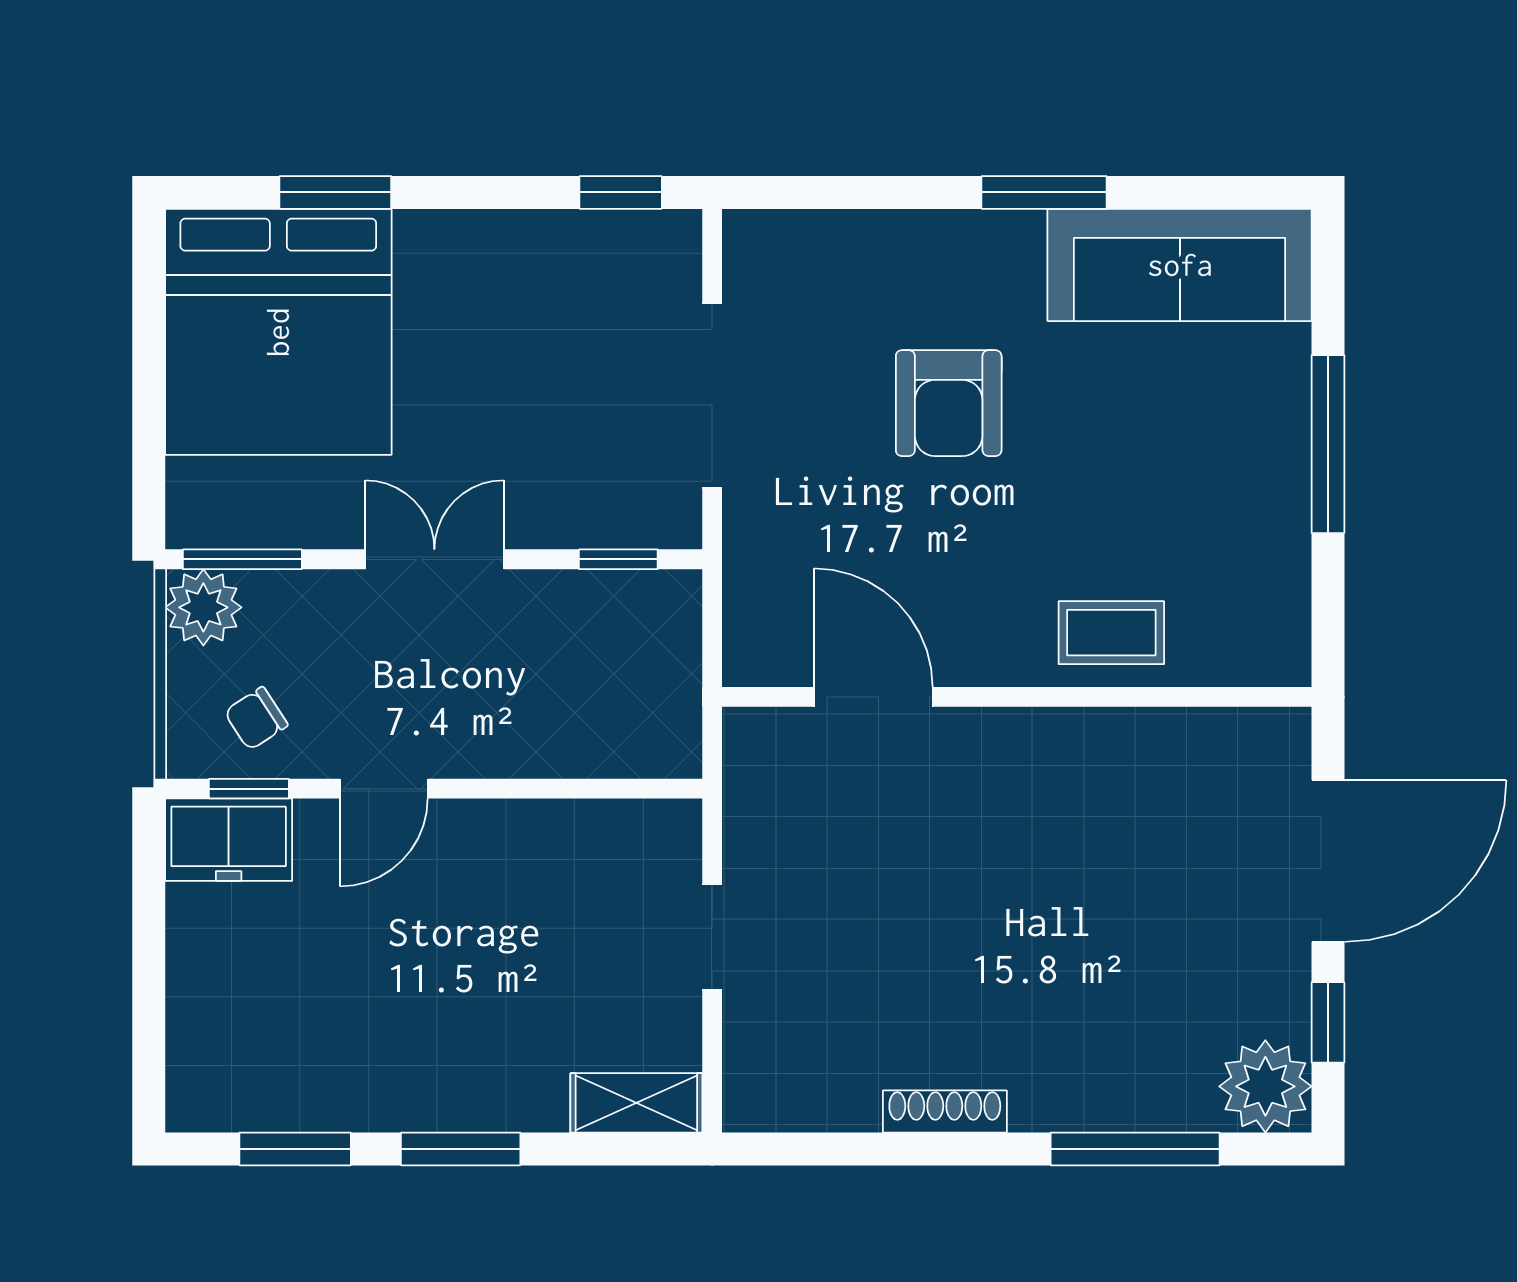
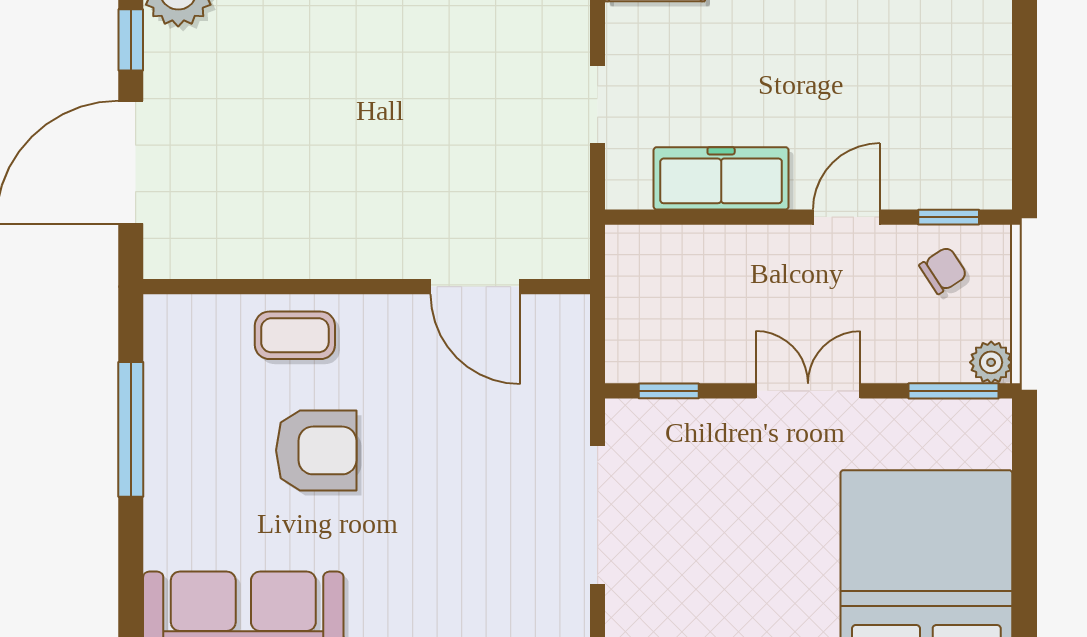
armchair: (949, 403) -> (316, 450), moved, turned 90
window: (1328, 444) -> (131, 429), moved
double door: (434, 559) -> (808, 391), swing flipped
plant: (203, 607) -> (991, 362), width x0.73, depth x0.73
freezer: (229, 840) -> (721, 178), moved, width x1.40

